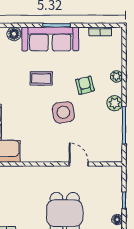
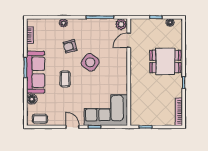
plant: (115, 103) -> (121, 24), moved
side table: (63, 112) -> (90, 62), turned 45
door: (79, 164) -> (129, 40), moved

